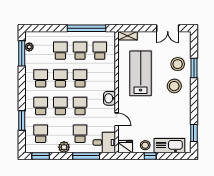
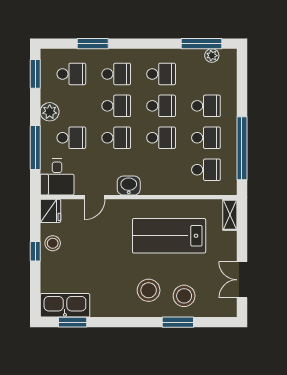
lab bench: (141, 73) -> (169, 236), turned 180
kitchen sink: (169, 146) -> (65, 305), moved, turned -90

